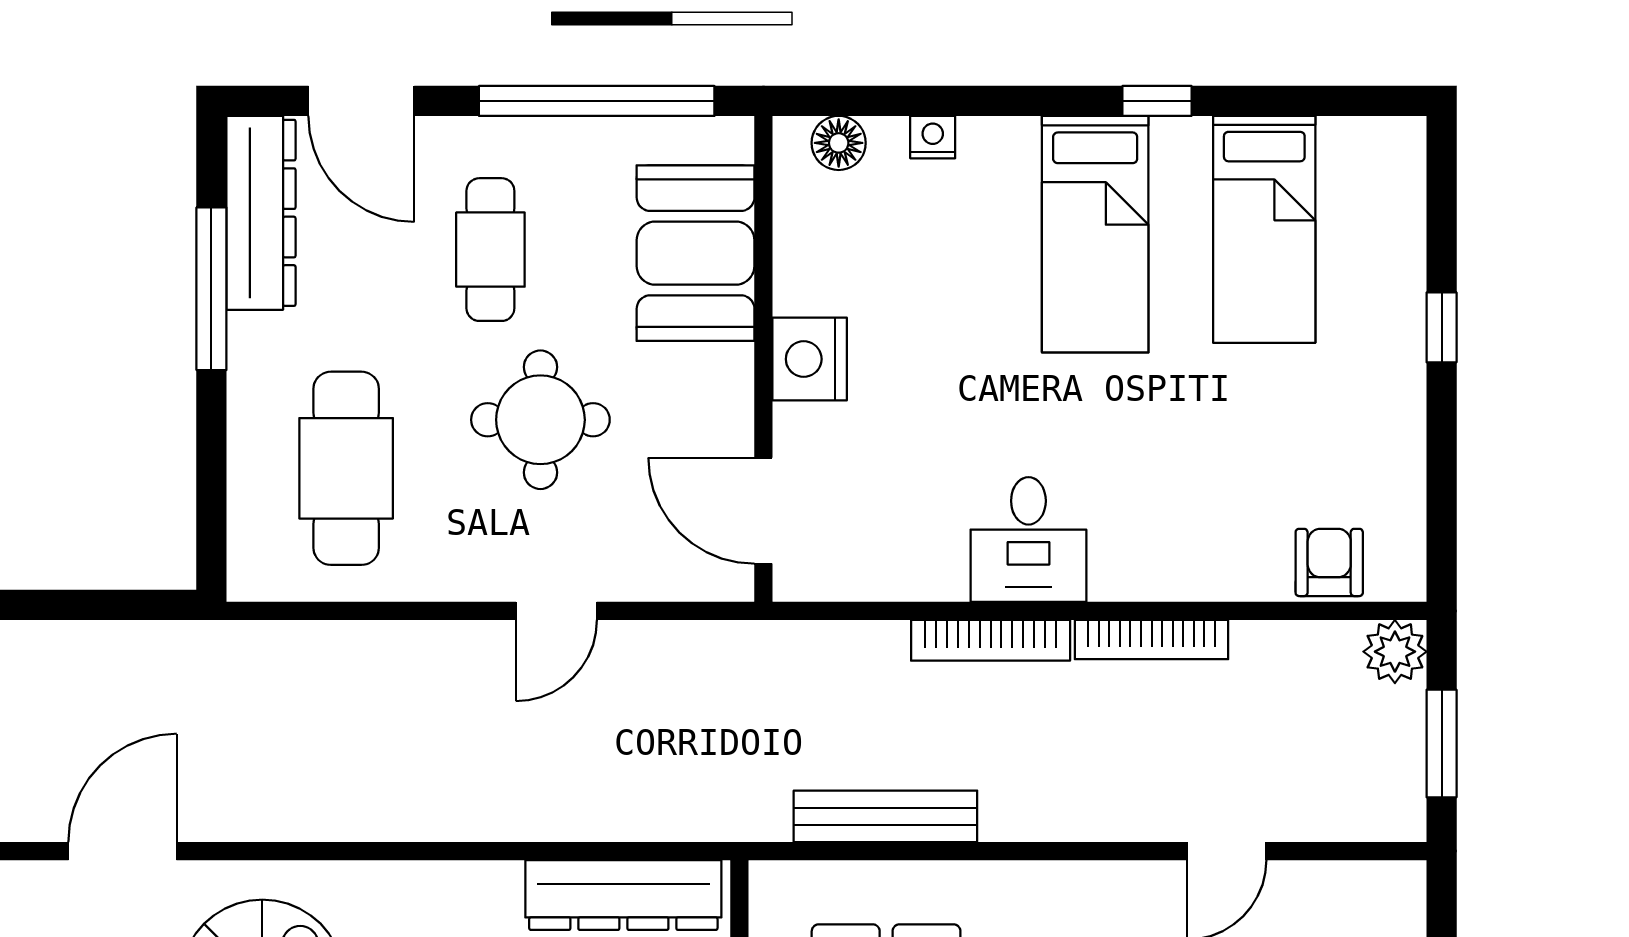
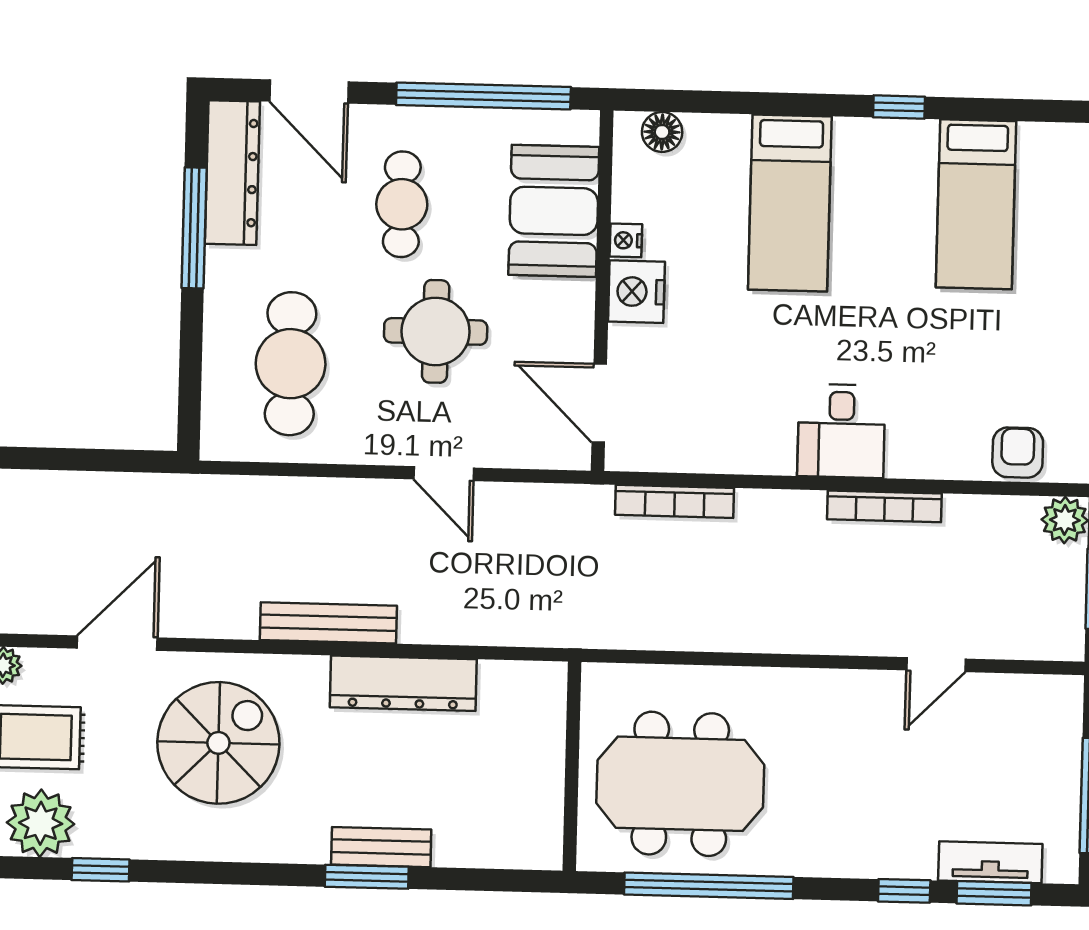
nightstand: (933, 137) -> (626, 240), moved, turned -90
bed: (1095, 234) -> (790, 203), moved
desk: (1028, 540) -> (841, 431), moved
door: (556, 611) -> (444, 474), hinge flipped
bookcase: (991, 640) -> (675, 501), moved
bench: (885, 816) -> (328, 623), moved
dresser: (623, 895) -> (403, 683), moved

